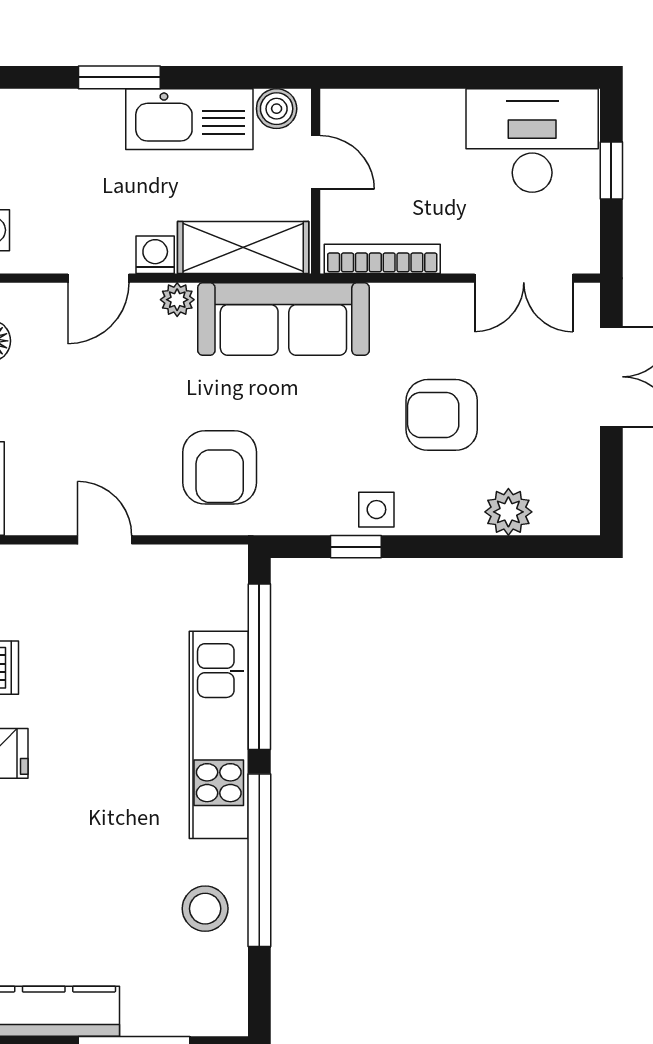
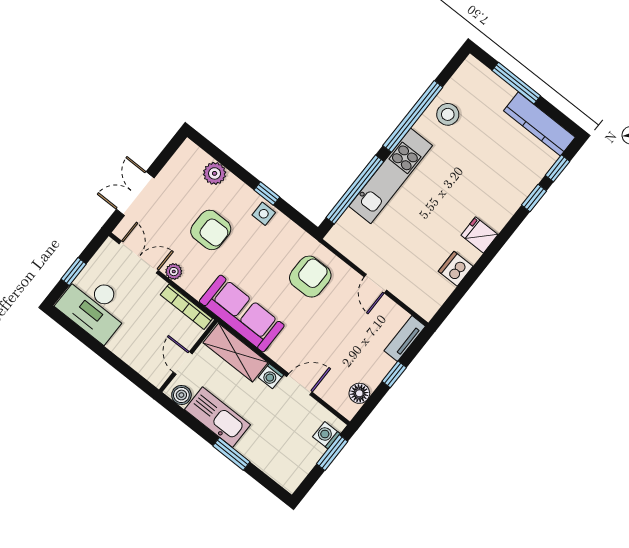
plant: (177, 300) -> (174, 272), moved
window: (356, 547) -> (267, 193), moved

